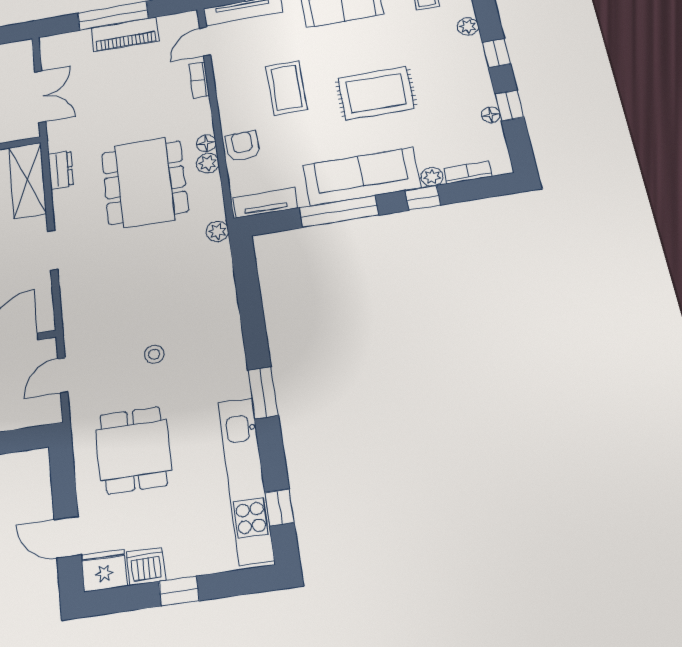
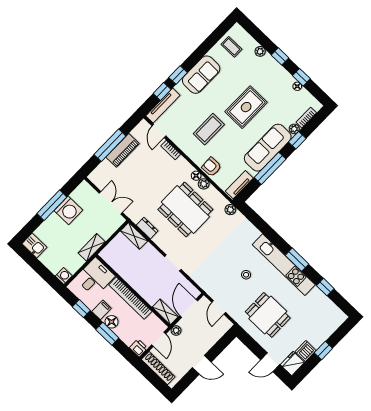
coffee table: (286, 88) -> (209, 129), turned 90
shelving: (27, 180) -> (134, 236), width x0.67, depth x0.75
kitchen unit: (246, 480) -> (284, 265), moved
window: (280, 508) -> (325, 287), moved

